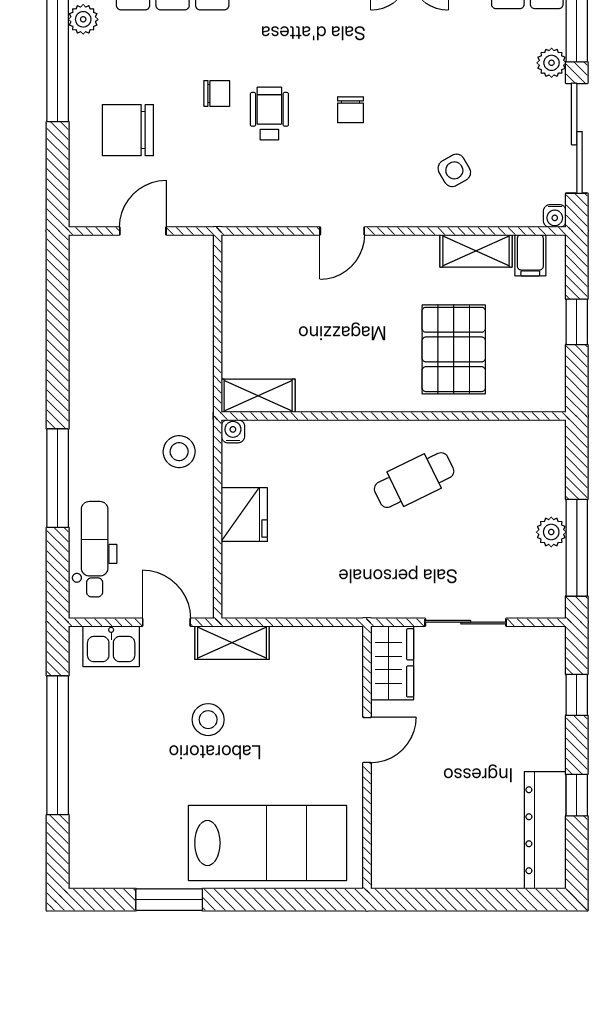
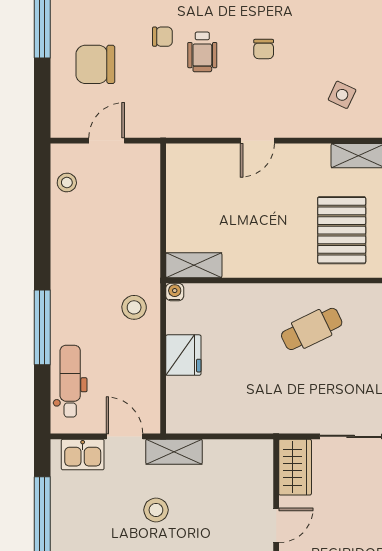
wheelchair: (269, 114) -> (202, 52), turned 180
side table: (454, 170) -> (342, 95), turned -35
stool: (90, 286) -> (67, 182), added

